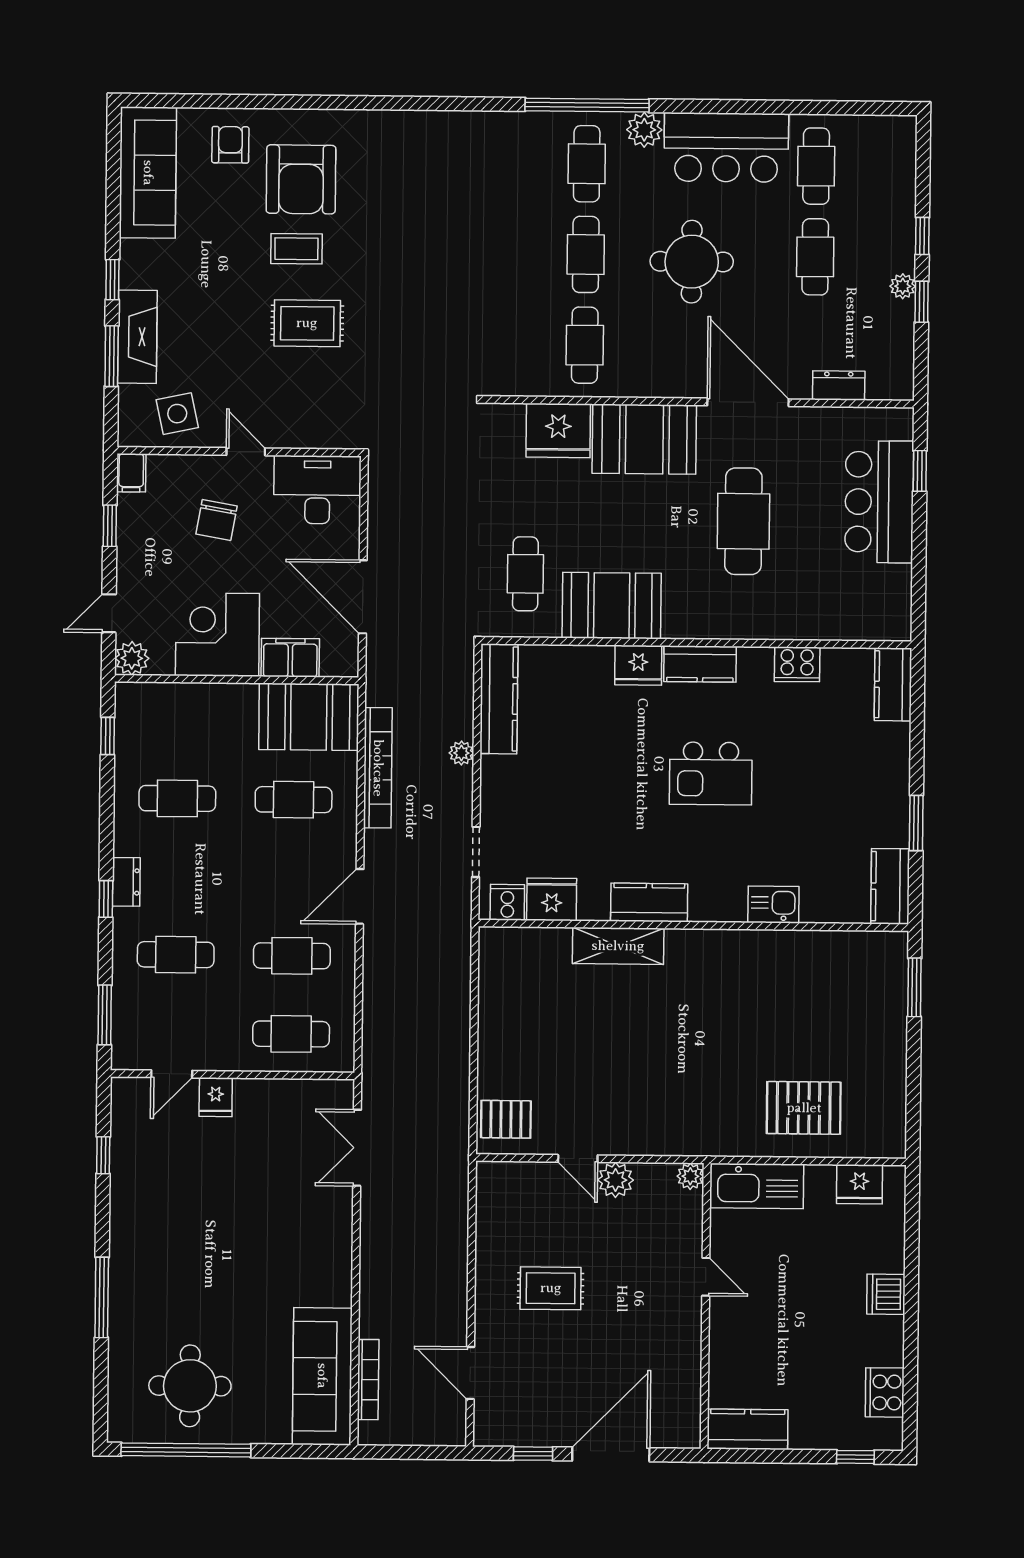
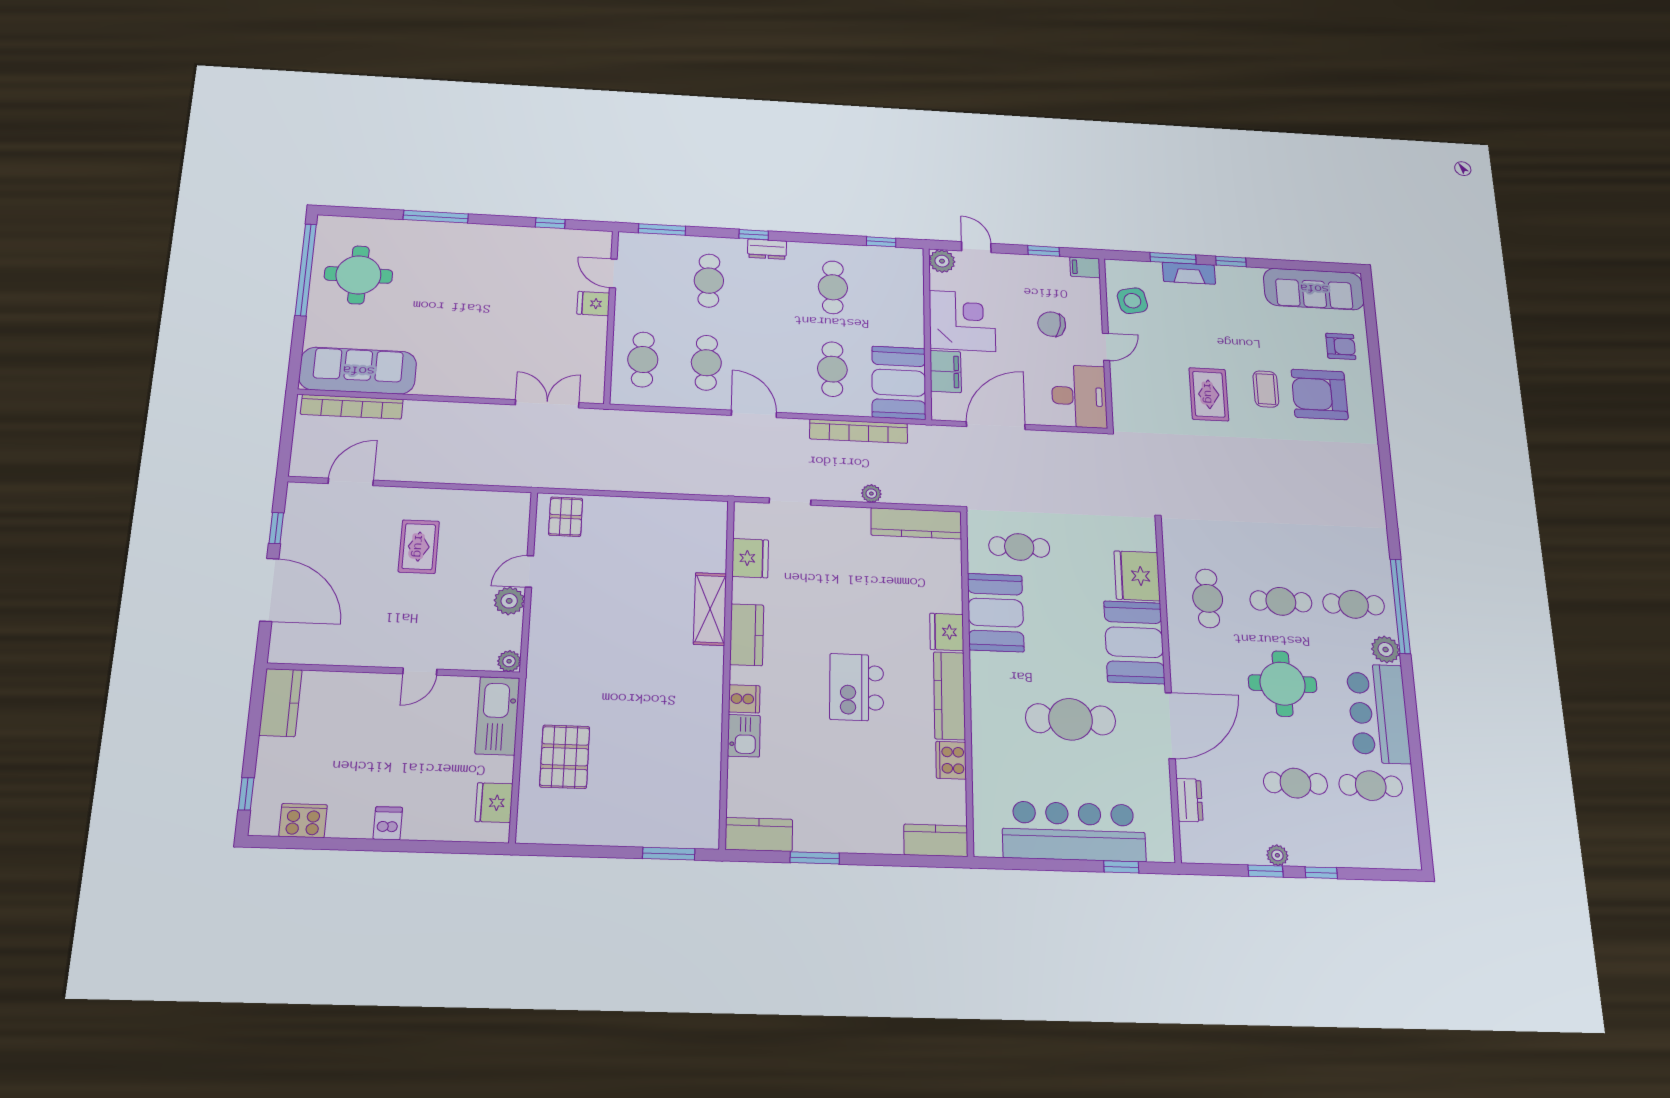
fireplace: (137, 337) -> (1189, 273), width x0.73, depth x0.76
cafe table: (585, 345) -> (1208, 598), turned 90
bar counter: (879, 502) -> (1074, 831), width x1.36
kitchen counter: (700, 664) -> (949, 696), width x1.50
cooker: (507, 902) -> (744, 699), moved
dishwasher: (886, 1294) -> (388, 823), width x0.73
bookcase: (368, 1380) -> (352, 407), width x1.48, depth x1.31

